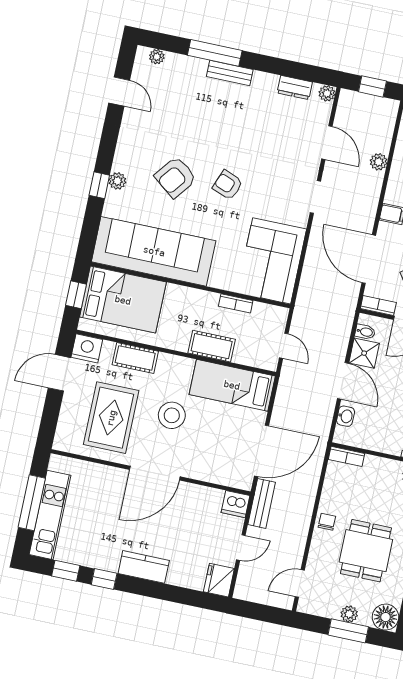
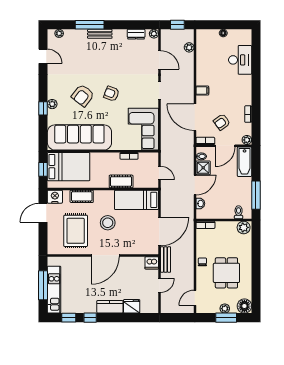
plant: (379, 162) -> (189, 47), moved
door: (343, 381) -> (195, 185), hinge flipped
fridge: (219, 580) -> (132, 306), moved, turned 90

